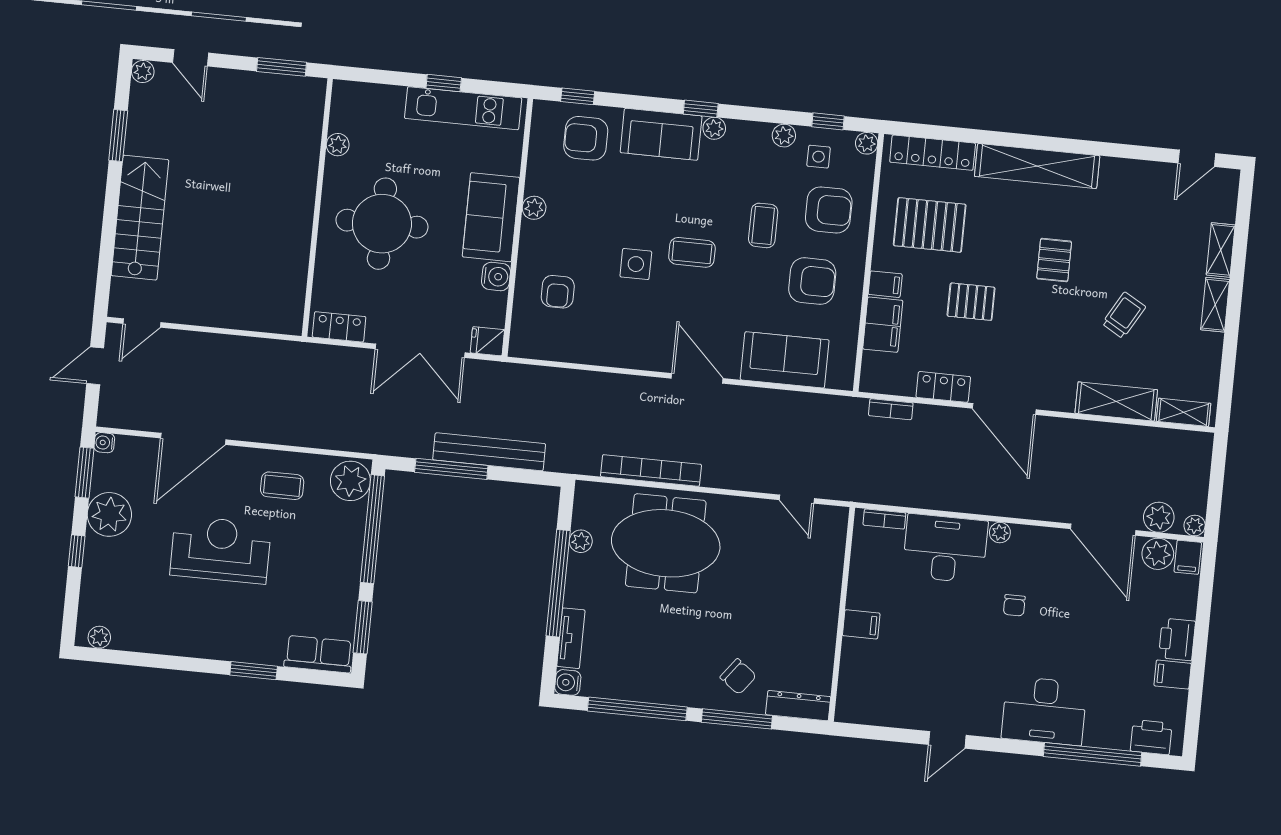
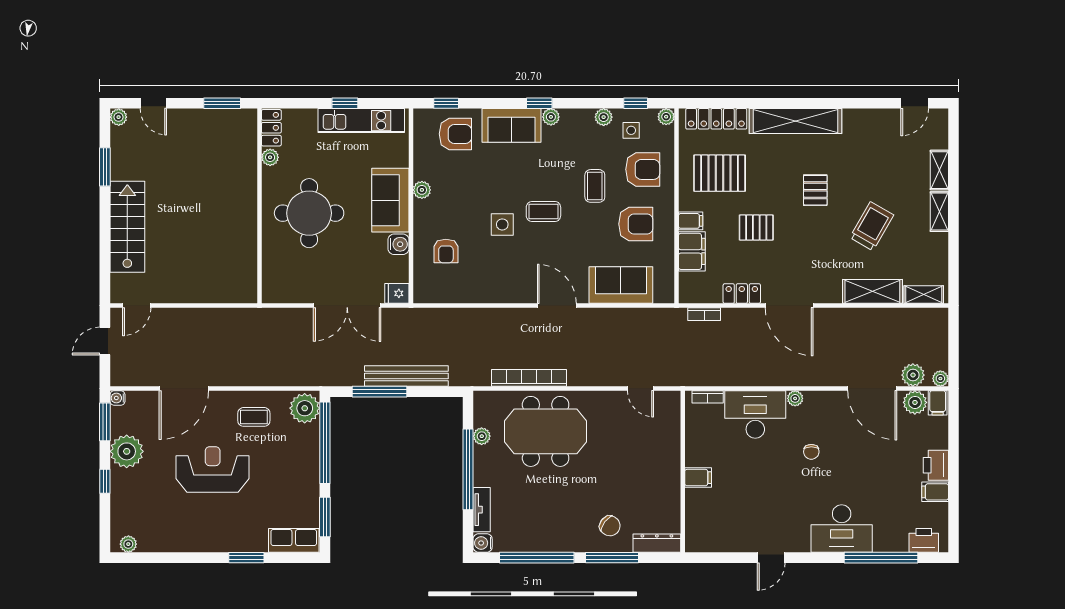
armchair: (586, 138) -> (455, 134), turned 180
trolley: (1124, 315) -> (872, 226), width x1.36, depth x1.39
locker: (339, 327) -> (271, 128), moved, turned 90

